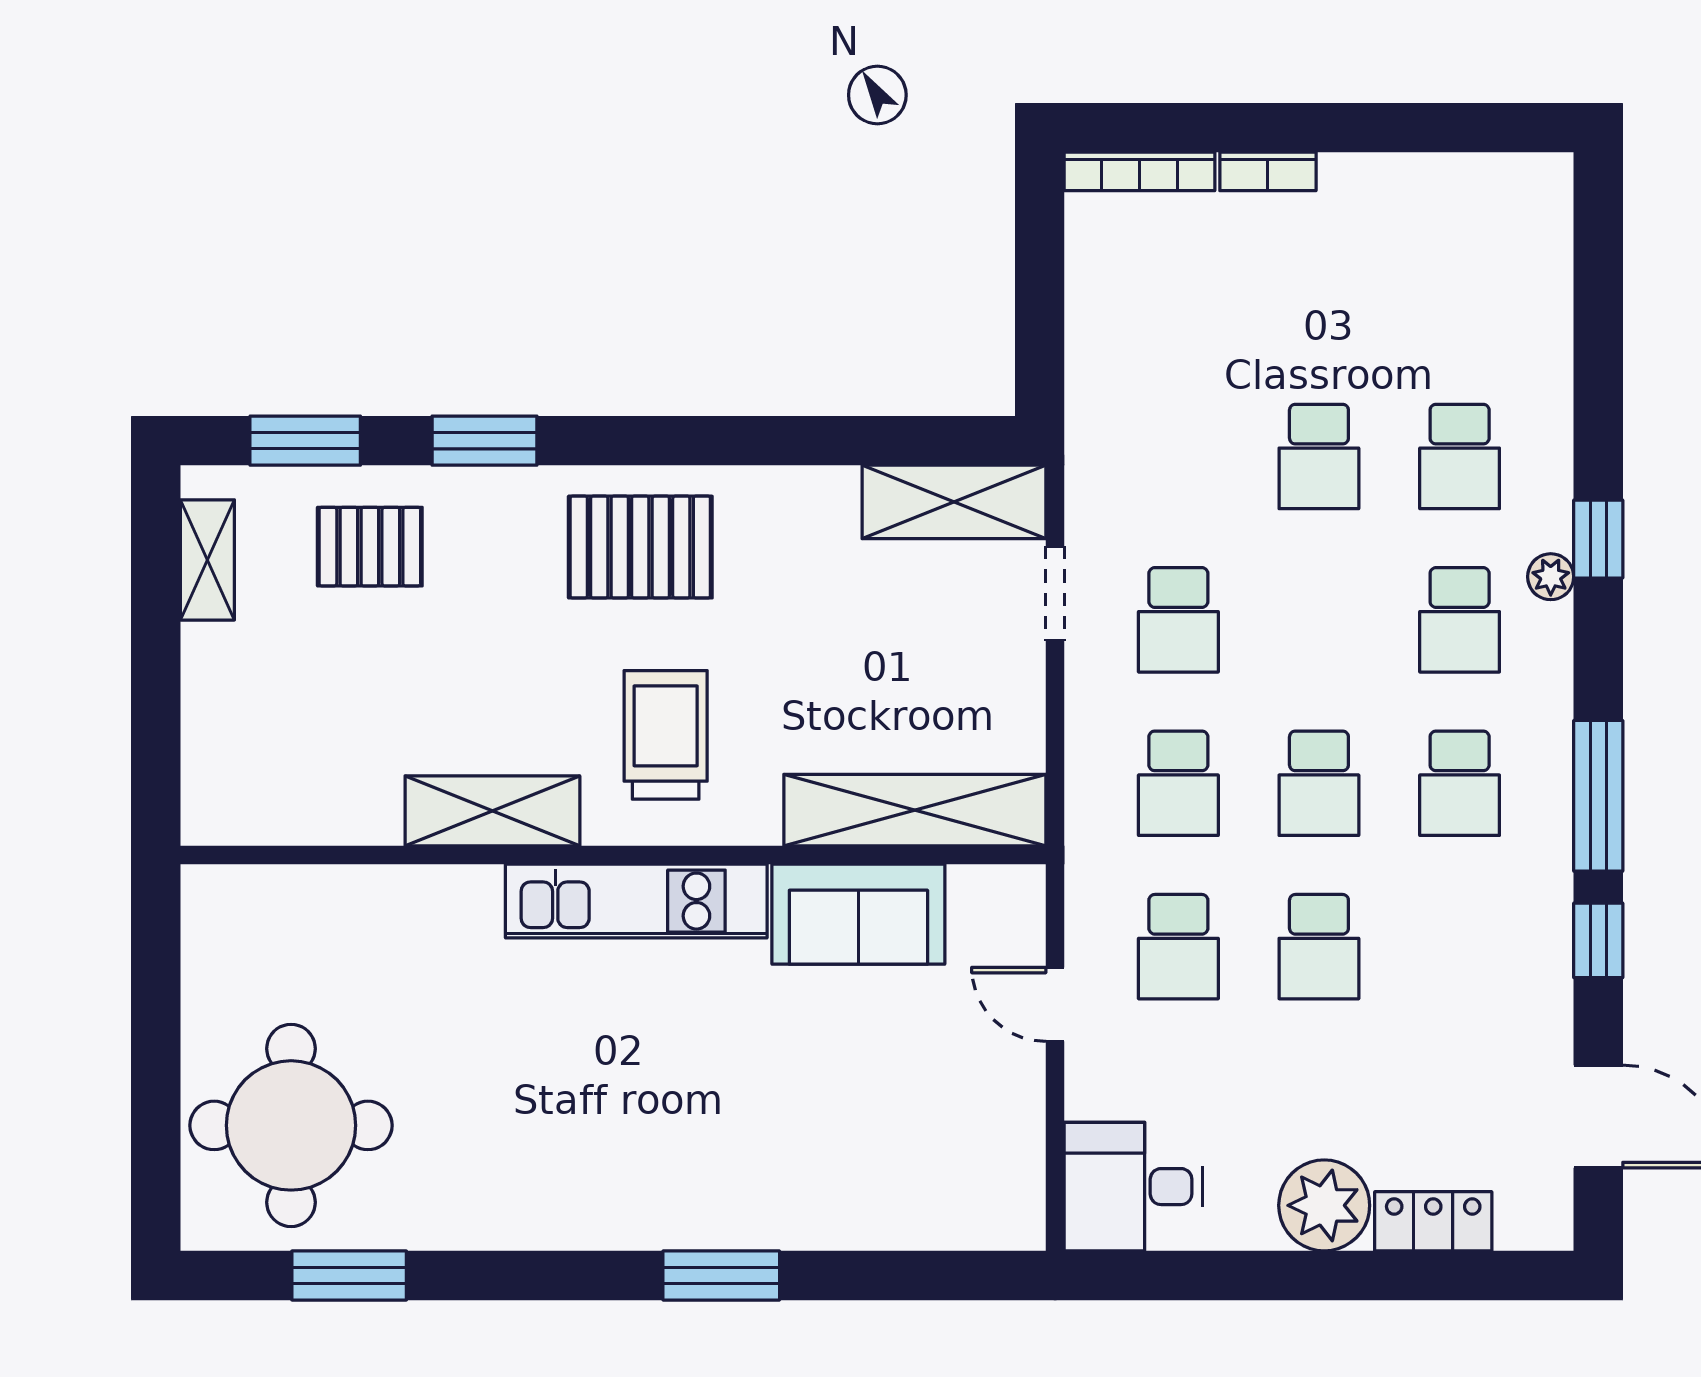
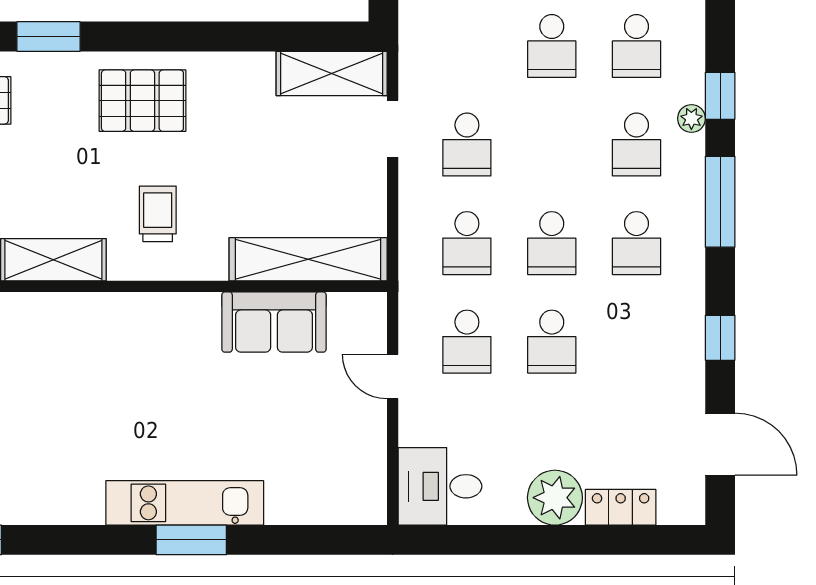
trolley: (666, 735) -> (158, 214), width x0.73, depth x0.72
window: (1598, 796) -> (720, 202), moved
kitchen unit: (636, 901) -> (185, 503), moved, turned 180

